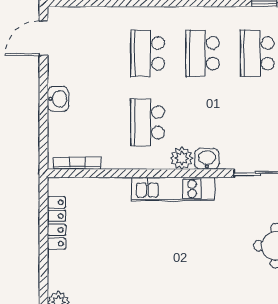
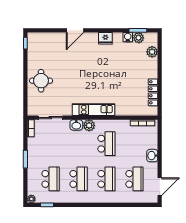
school desk: (93, 53) -> (134, 179), added

